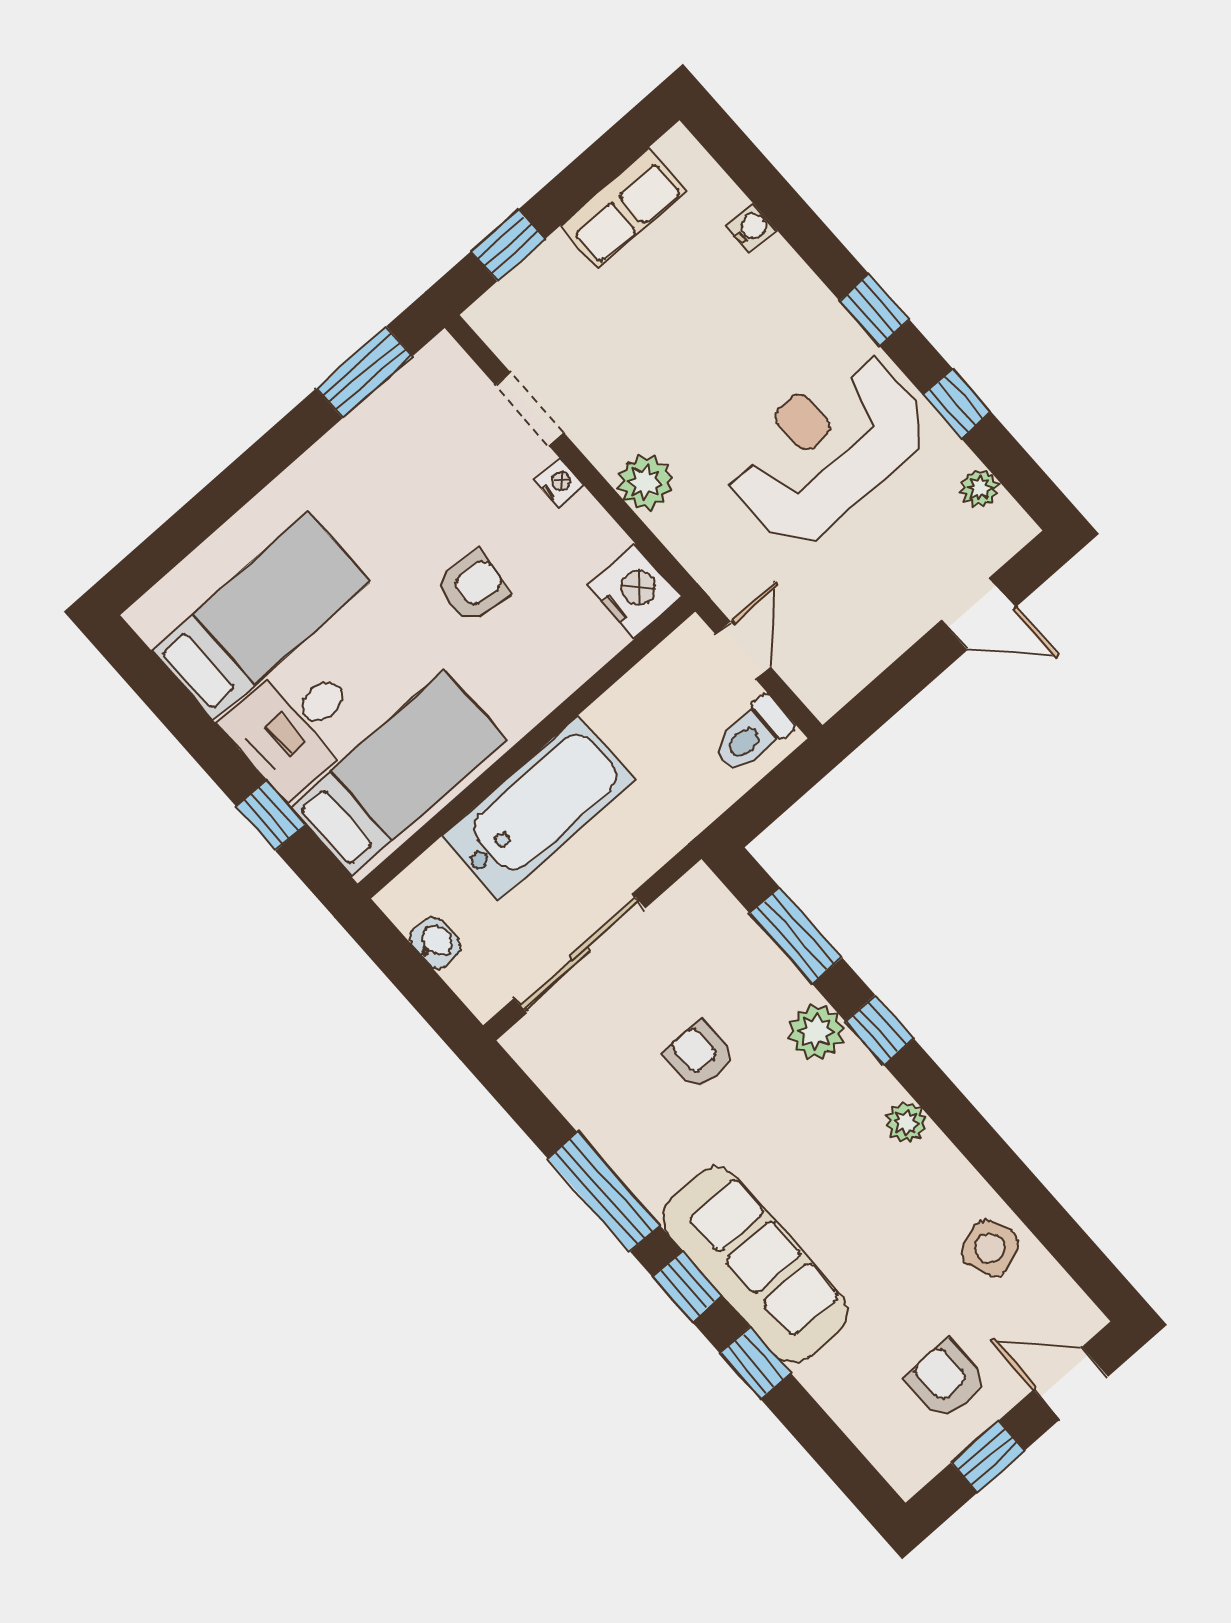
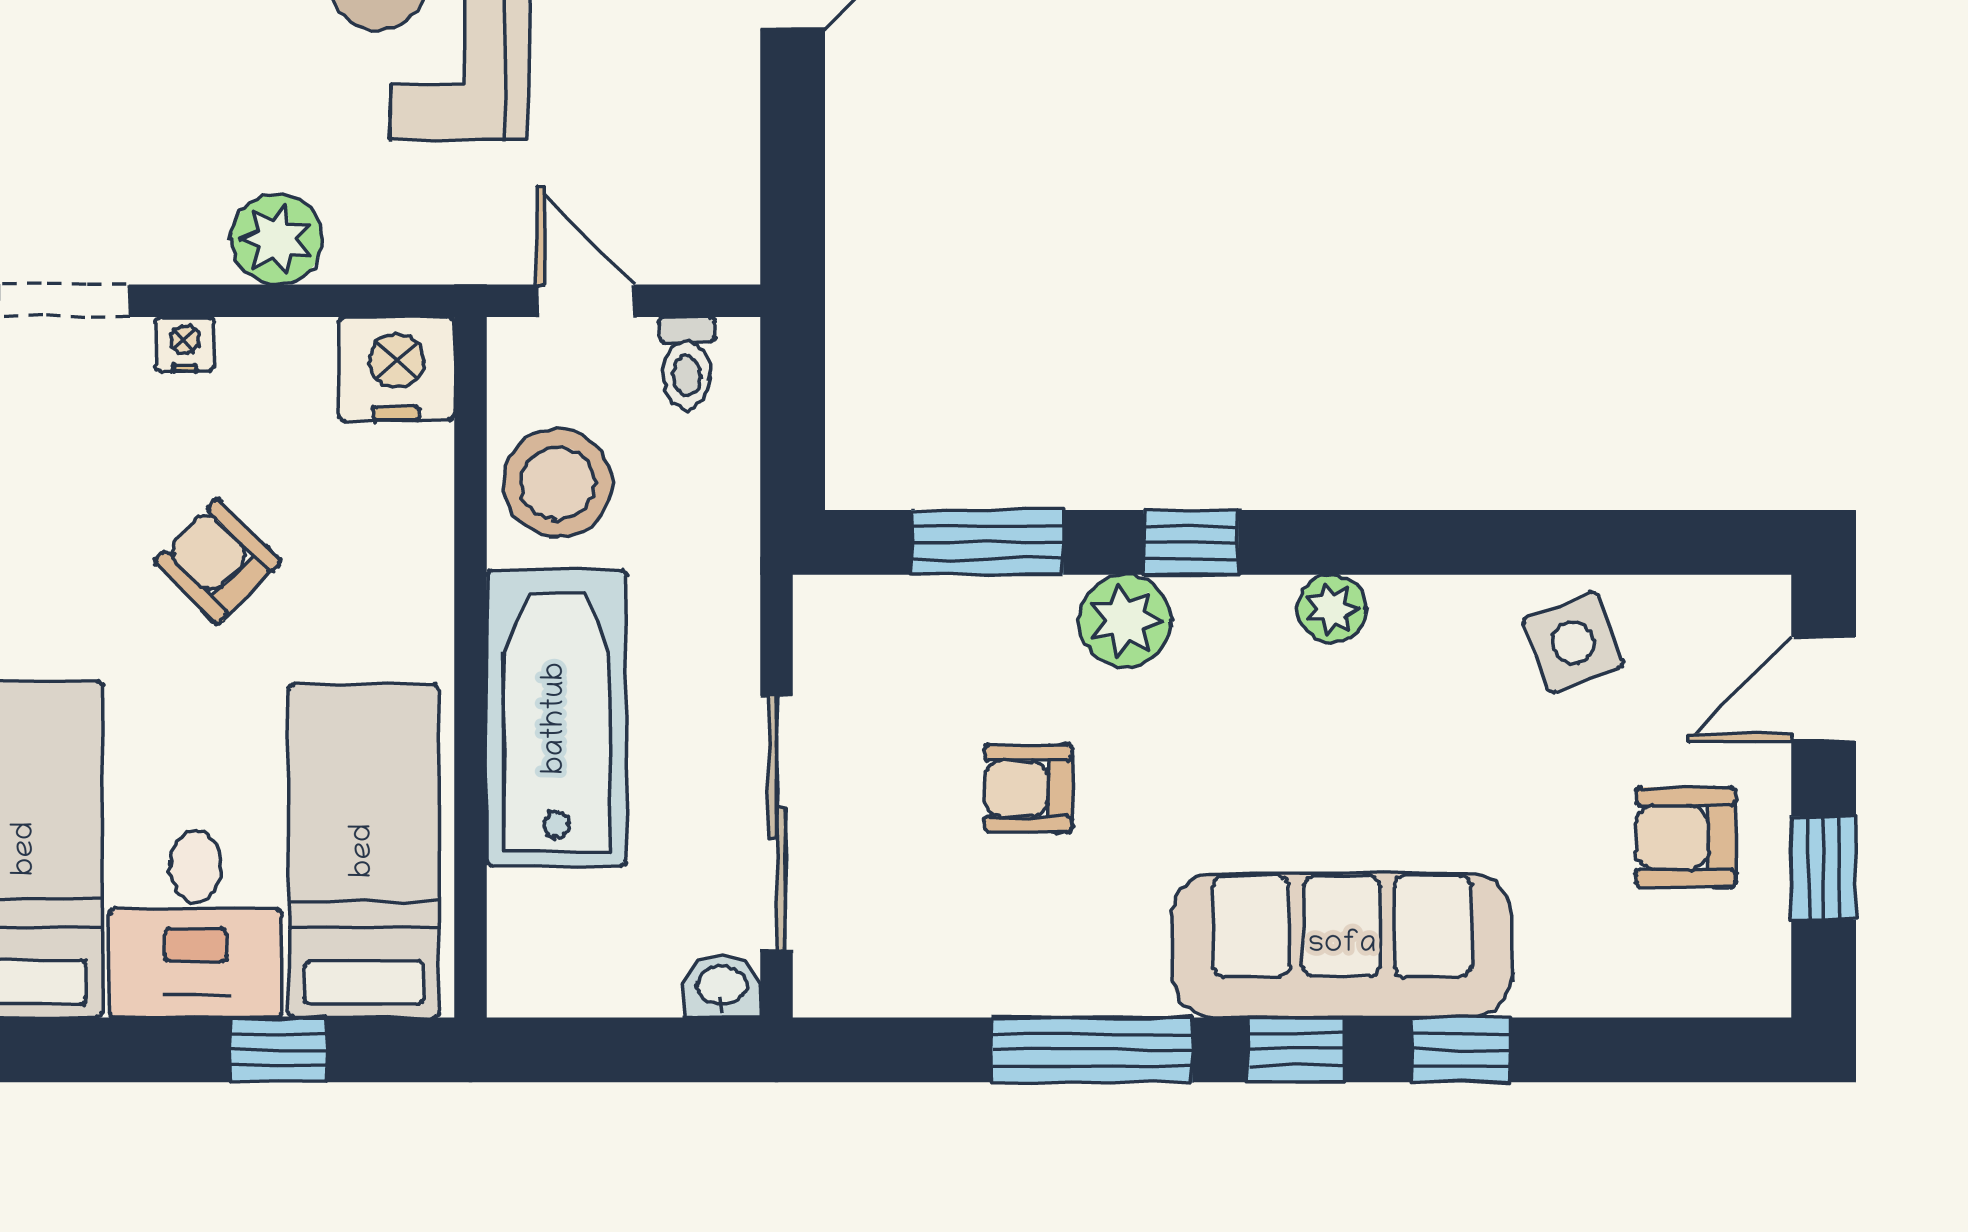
armchair: (472, 587) -> (218, 562), turned -51
stool: (648, 712) -> (558, 483), added
toilet: (752, 735) -> (687, 363), width x0.73, depth x0.72
washbasin: (435, 942) -> (722, 987), moved

